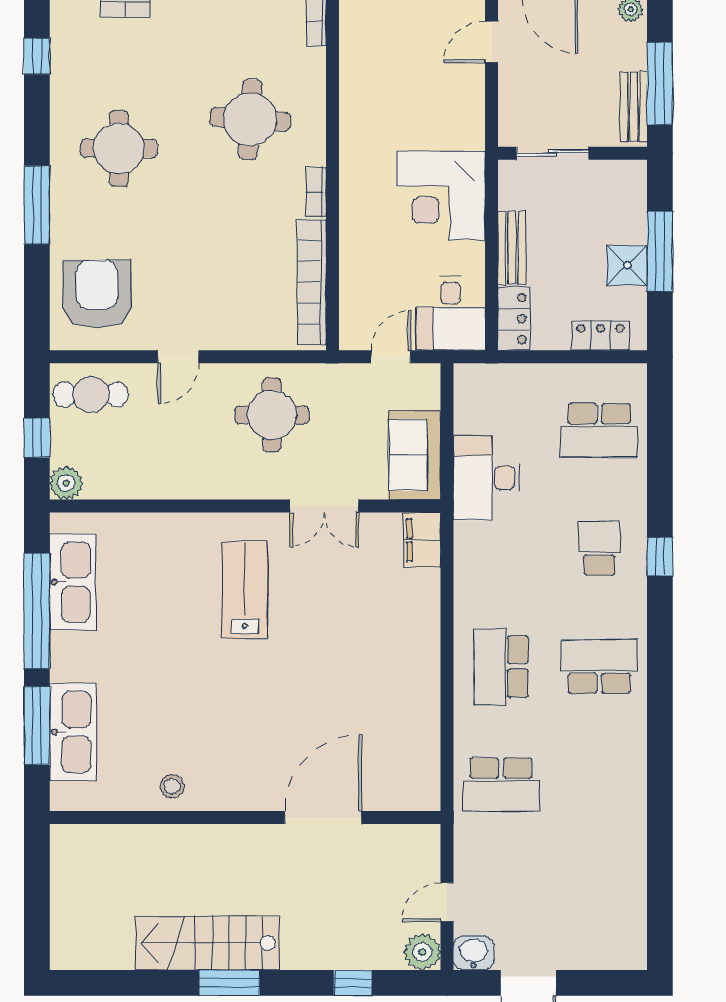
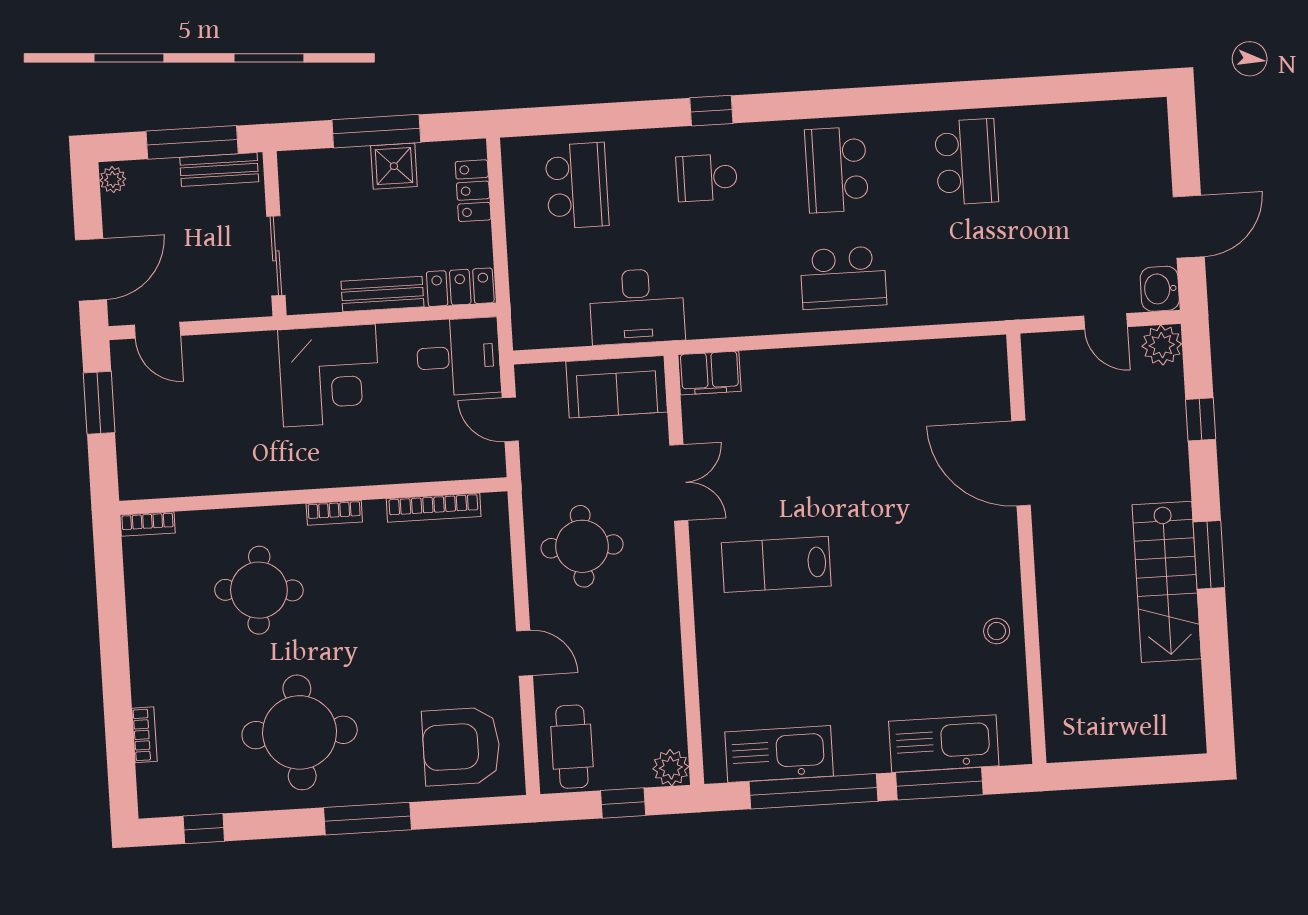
round table: (119, 148) -> (300, 732), width x1.36, depth x1.36
bookcase: (312, 282) -> (434, 508), width x0.68, depth x0.76
school desk: (501, 785) -> (966, 162), moved

